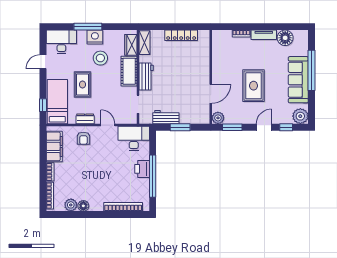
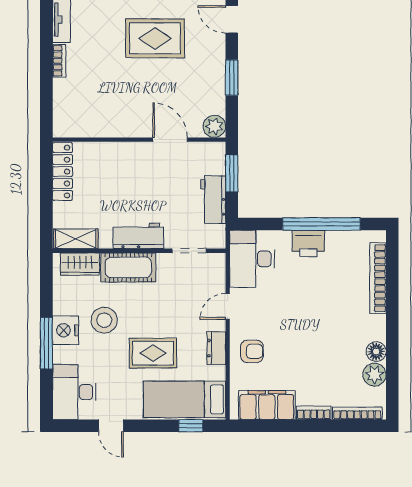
wall: (211, 77) -> (139, 140), moved
door: (211, 94) -> (170, 140), moved
plant: (218, 118) -> (214, 126), moved

